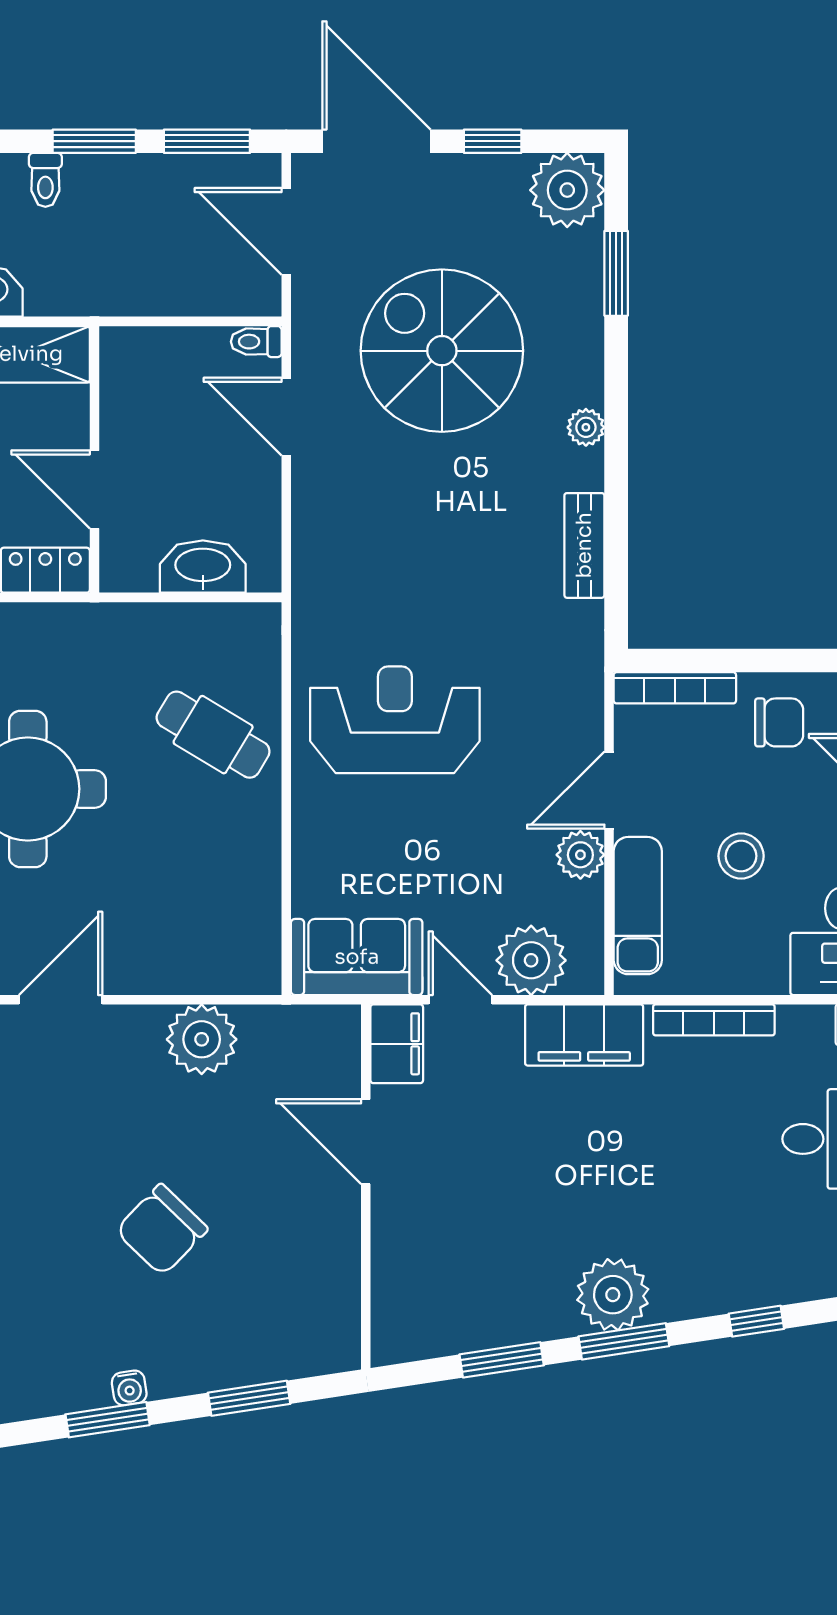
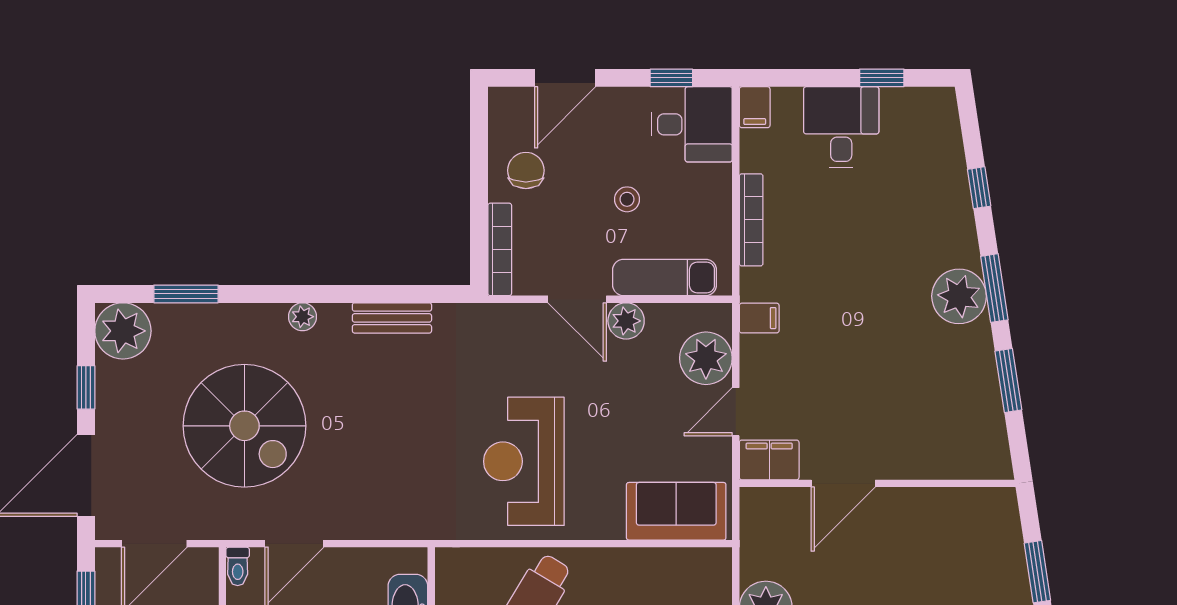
spiral stairs: (442, 351) -> (244, 426), turned -90
stool: (741, 856) -> (627, 199), width x0.73, depth x0.73
sofa: (357, 957) -> (676, 511), moved, turned 90
filing cabinet: (584, 1035) -> (759, 318), width x0.33, depth x0.86

